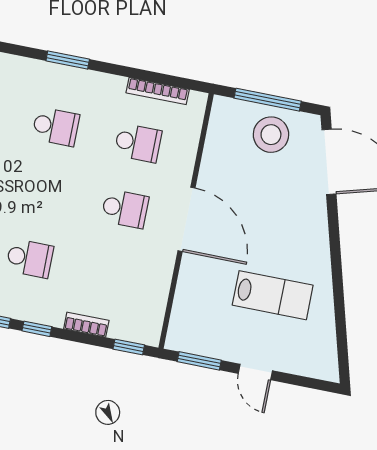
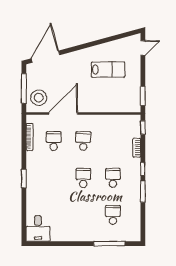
school desk: (56, 127) -> (83, 178), moved
stool: (271, 135) -> (39, 98), moved
door: (186, 219) -> (63, 113), moved
lab bench: (273, 295) -> (108, 70), turned 90
door: (255, 372) -> (143, 48), moved

